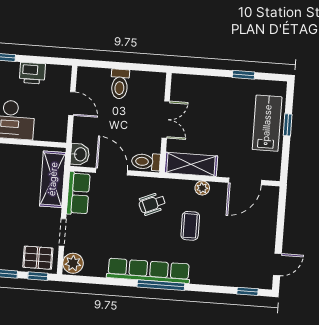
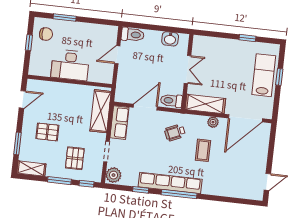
printer: (32, 73) -> (88, 31), removed
toilet: (120, 84) -> (133, 35), moved, turned -90
door: (72, 104) -> (117, 55), swing flipped
washbasin: (80, 154) -> (170, 39), moved, turned 90
door: (112, 172) -> (145, 107), hinge flipped
door: (245, 181) -> (245, 118), width x1.36
pallet: (38, 258) -> (75, 158), moved, turned 90
window: (248, 291) -> (141, 190), moved

